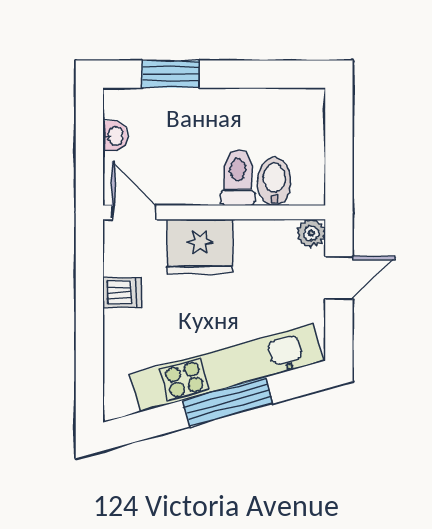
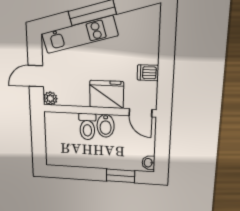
washbasin: (115, 136) -> (148, 163), moved
bidet: (274, 182) -> (106, 126), moved
kitchen unit: (227, 368) -> (80, 35), width x0.73

